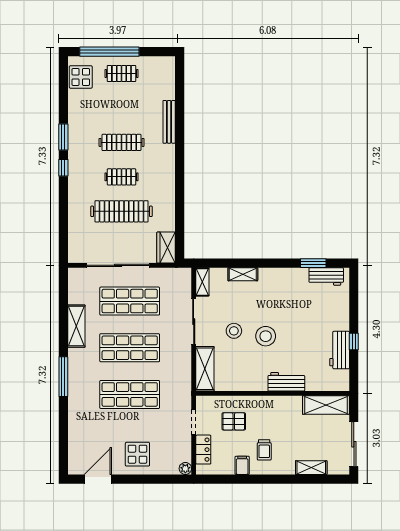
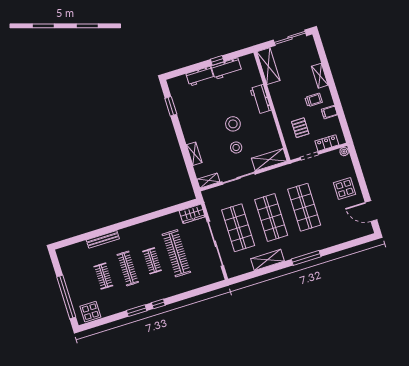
clothes rail: (121, 74) -> (103, 276), moved
workbench: (326, 276) -> (200, 76), moved, turned 90
shelving: (311, 468) -> (320, 76), moved

